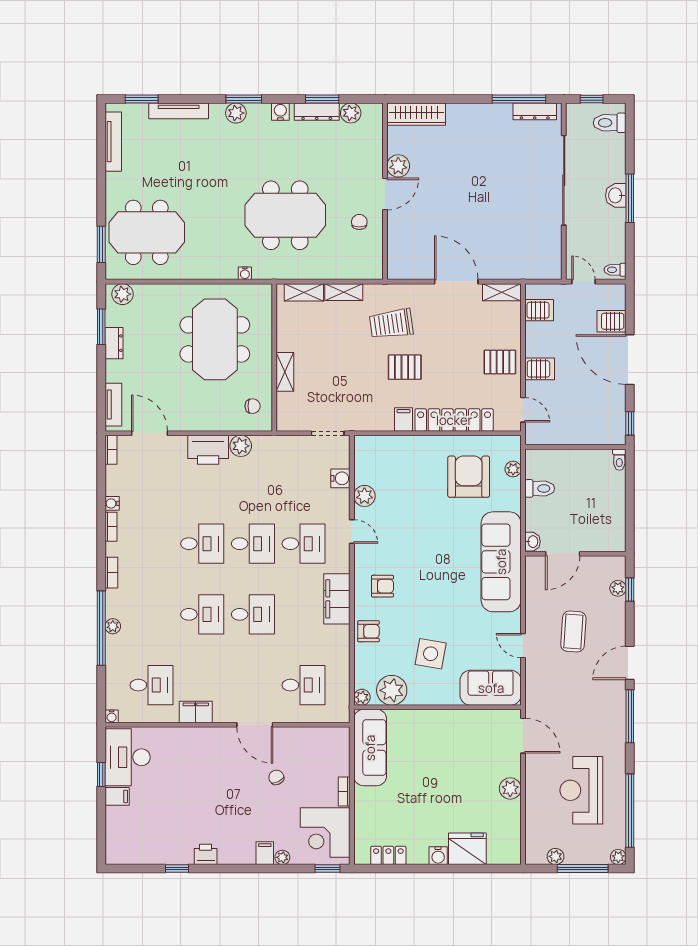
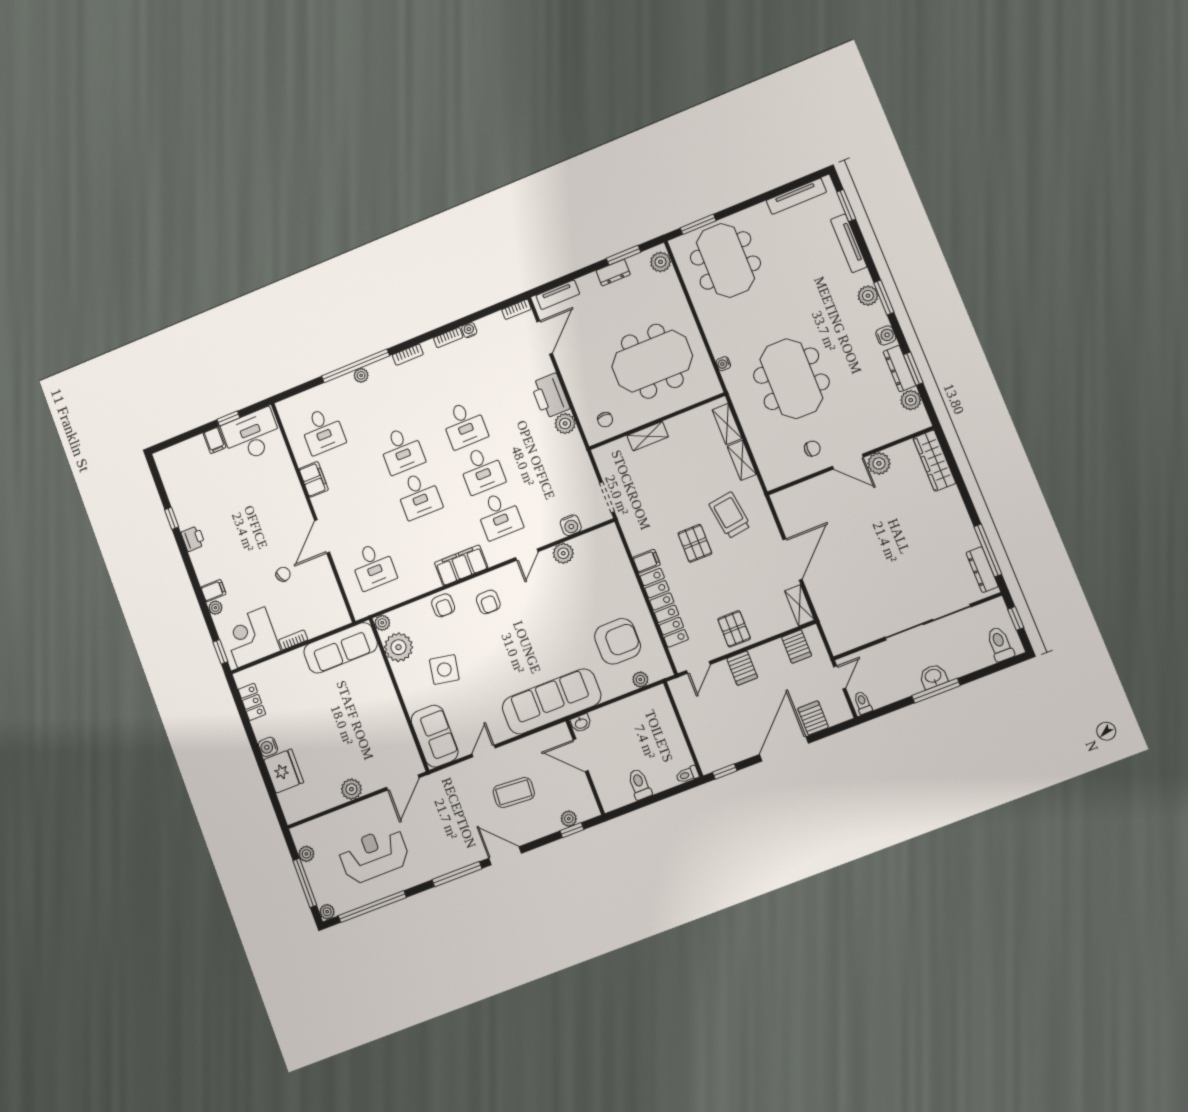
toilet: (540, 488) -> (640, 784), moved, turned 180
water cooler: (112, 716) -> (282, 407), removed

